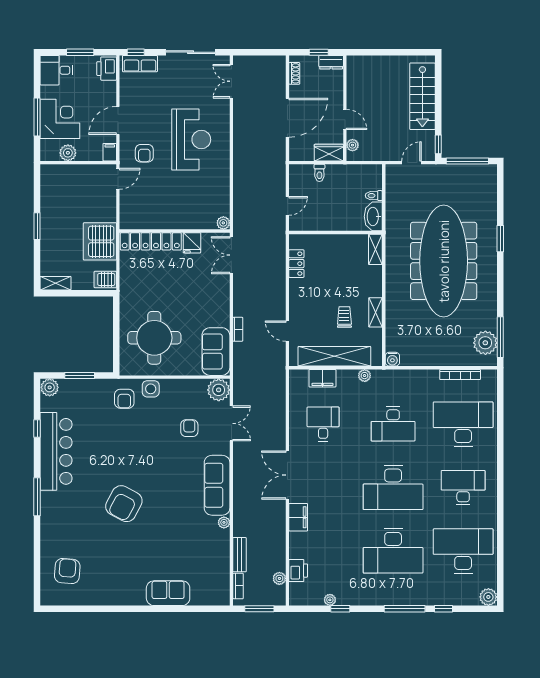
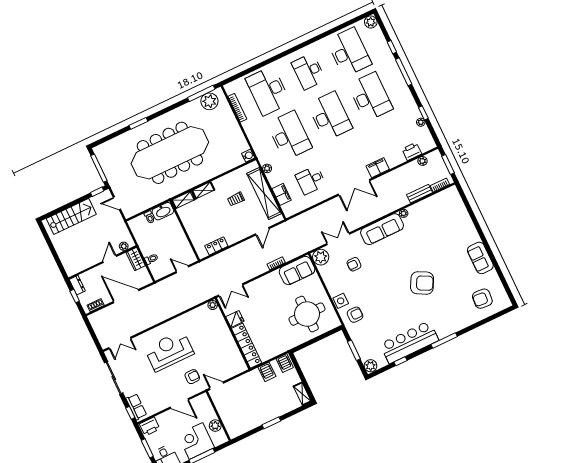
filing cabinet: (110, 152) -> (202, 399), removed
server rack: (100, 241) -> (267, 372), width x0.46, depth x0.70
shelving: (376, 312) -> (203, 190), moved
desk: (393, 424) -> (289, 135), width x1.36, depth x1.30
desk: (463, 551) -> (349, 52), turned 180
sofa: (168, 593) -> (480, 258), moved

